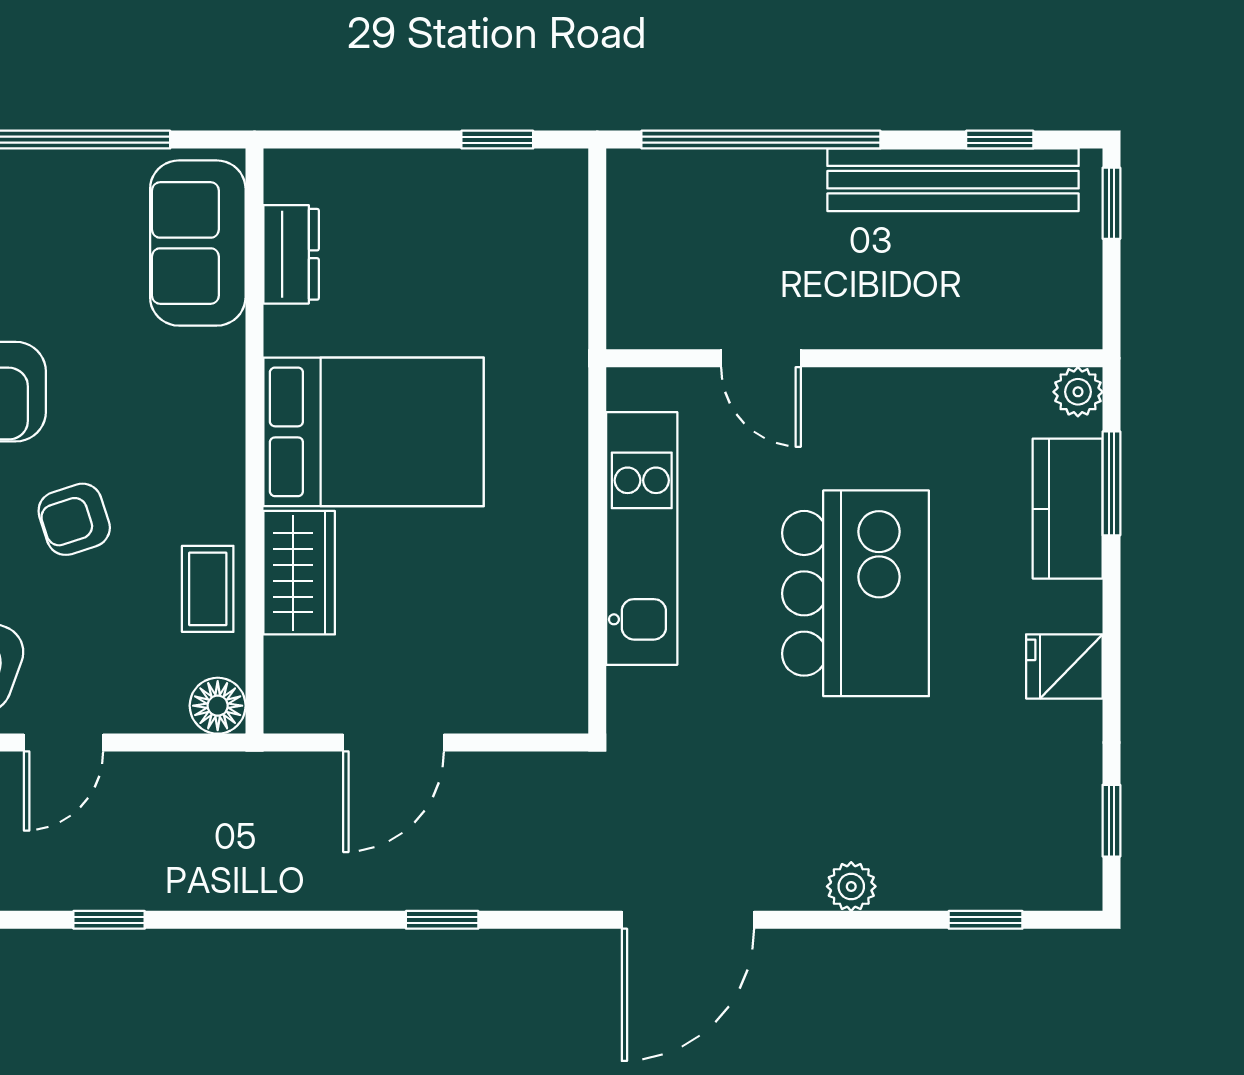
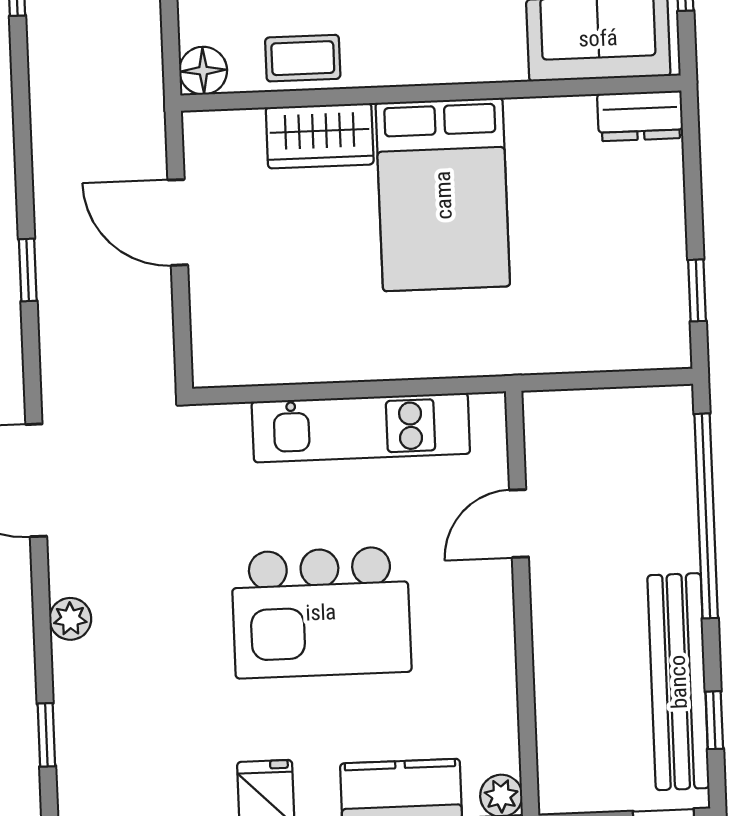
dresser: (291, 254) -> (640, 116), moved

